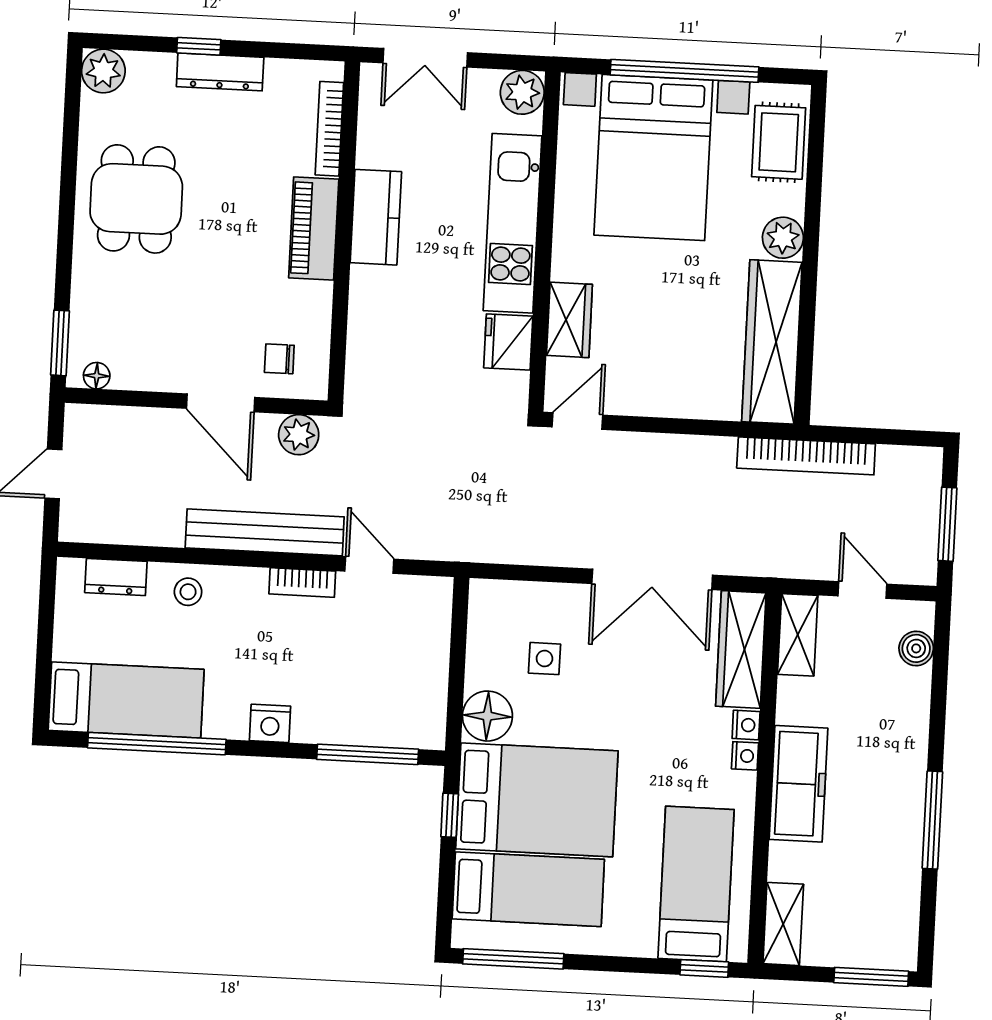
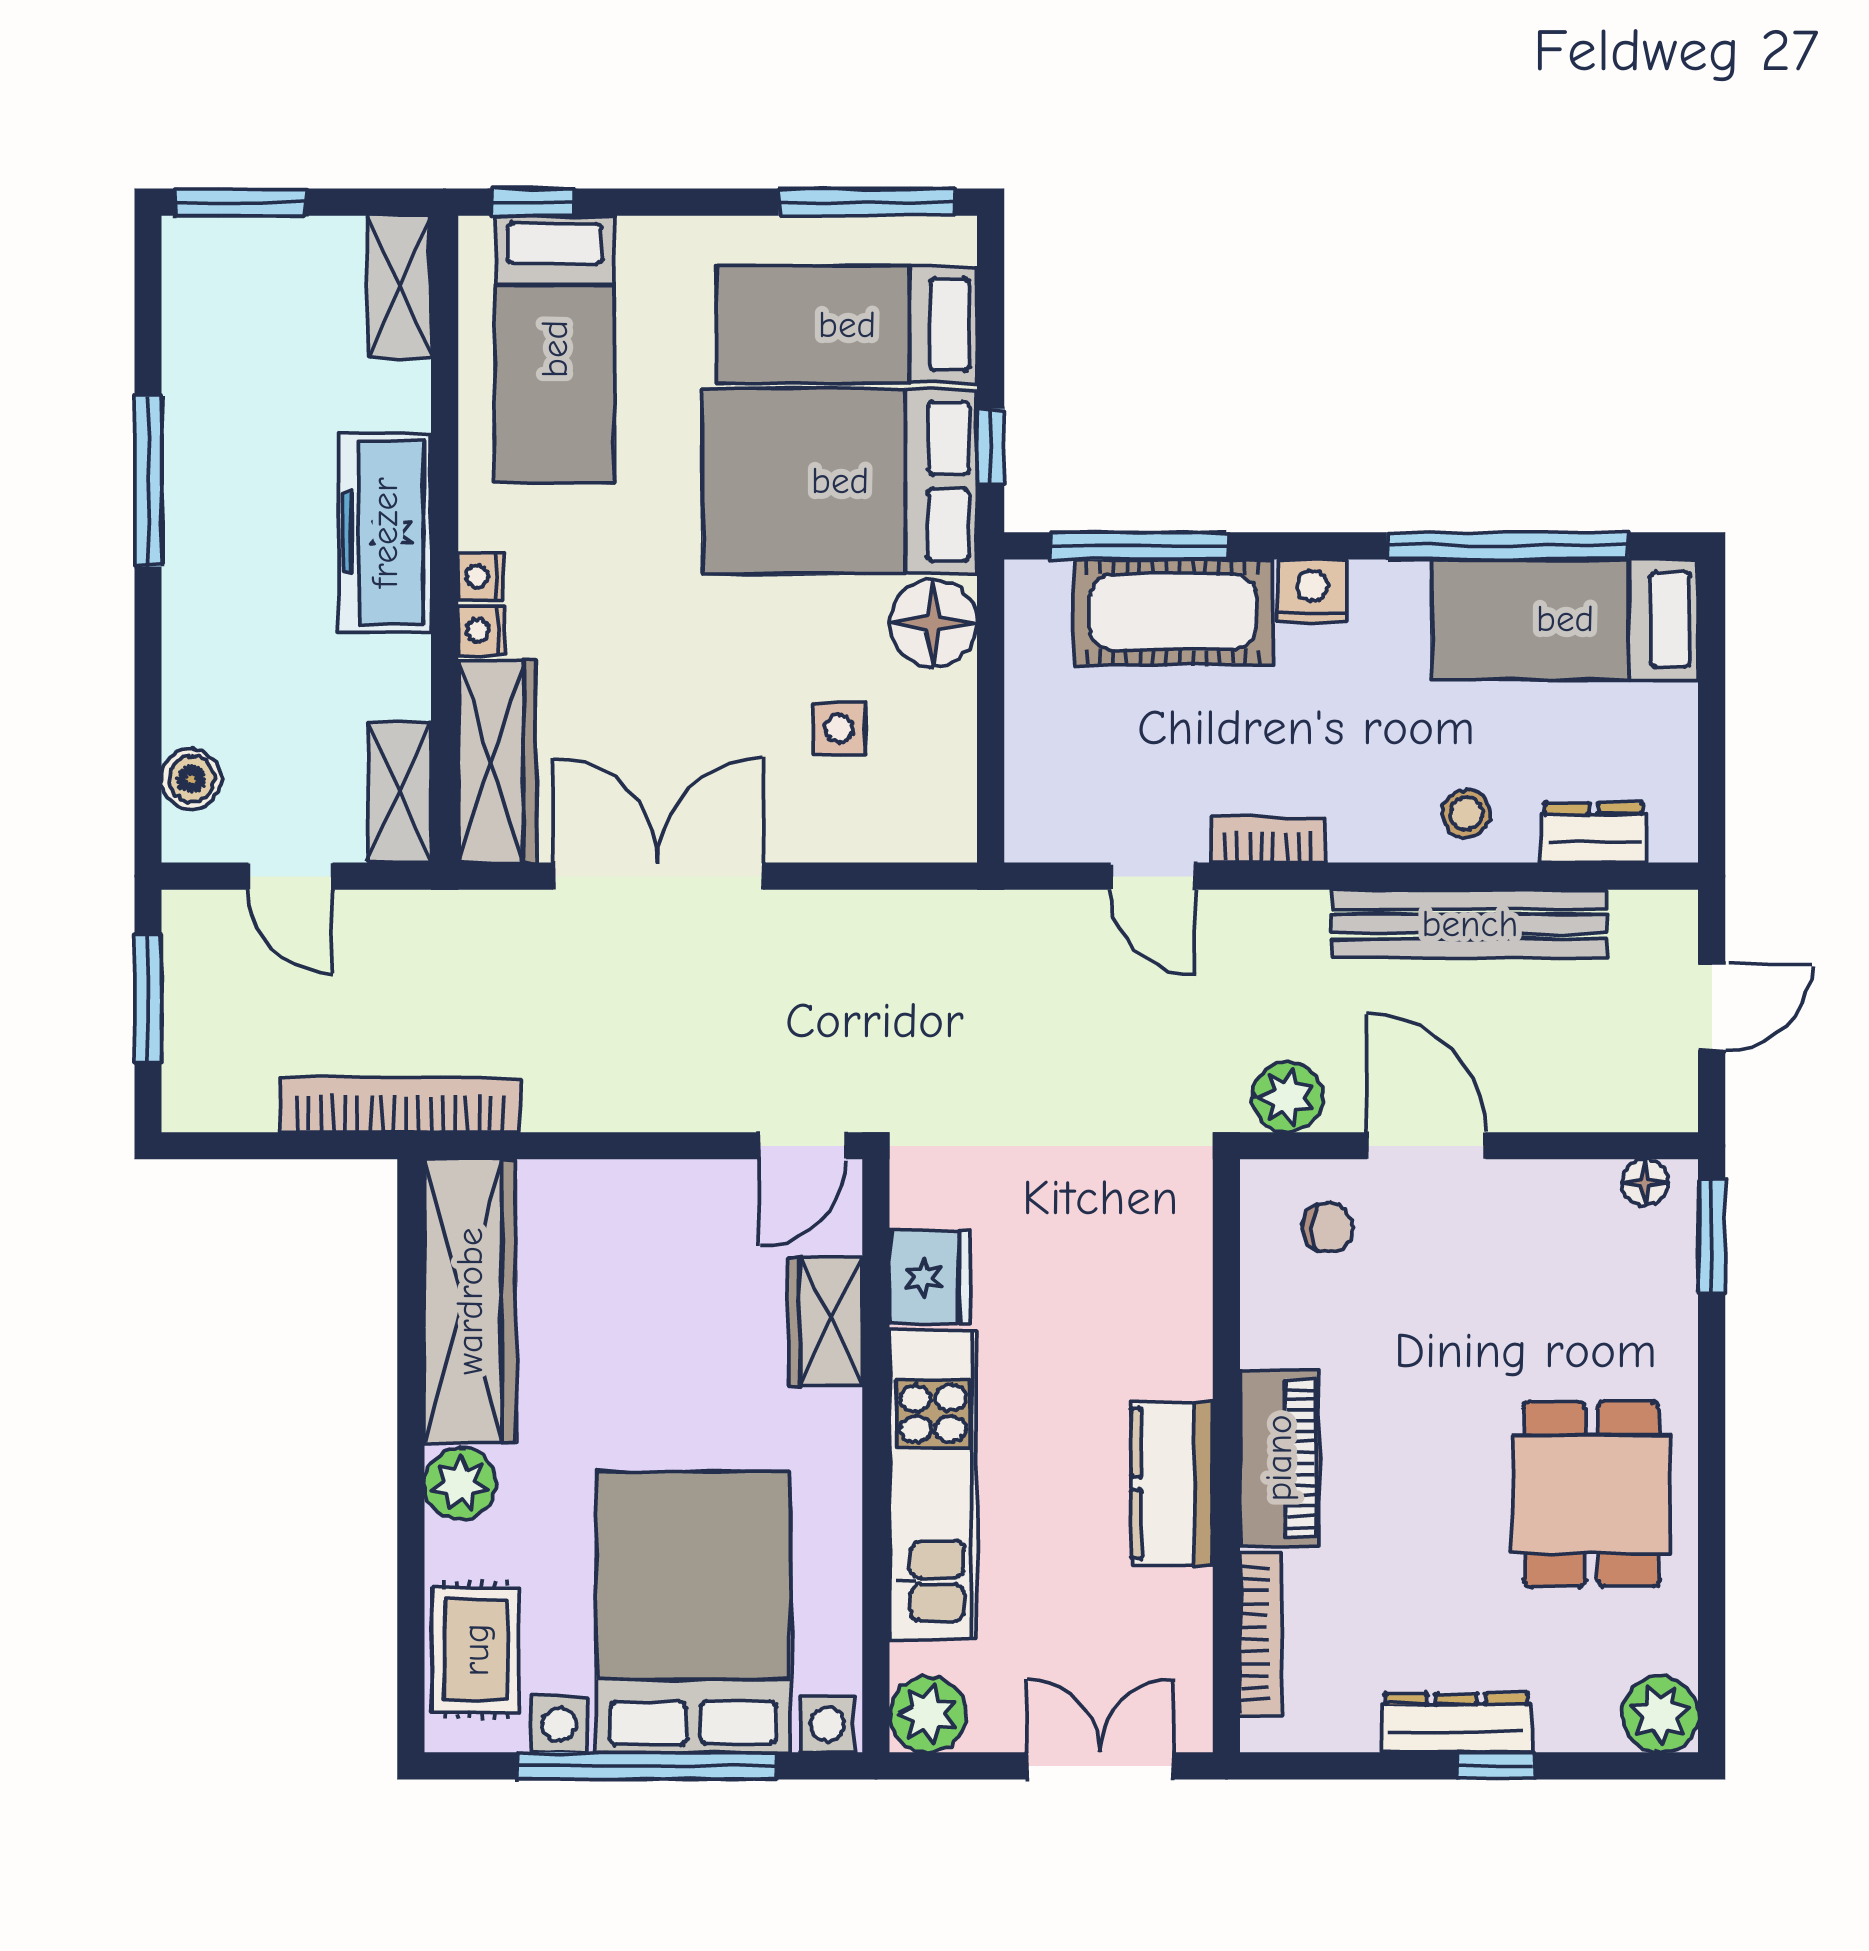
bench: (265, 532) -> (1470, 924), moved
cot: (350, 715) -> (1173, 612), added

